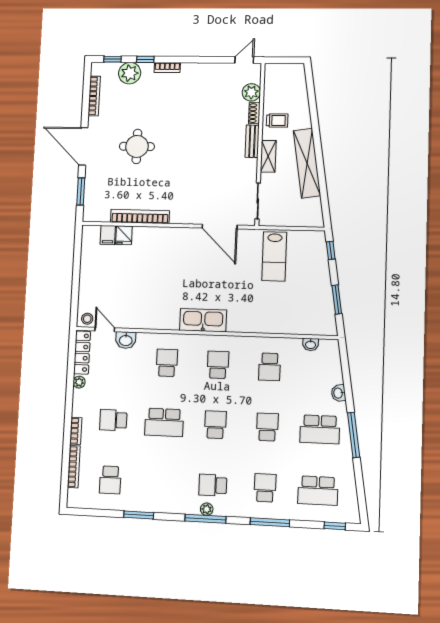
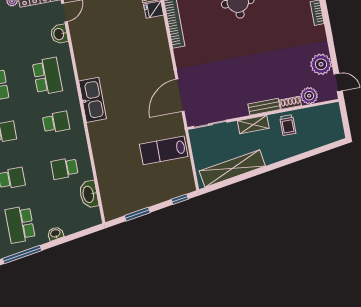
plant: (221, 74) -> (321, 64), added
shelving: (307, 163) -> (232, 168), moved
washbasin: (311, 344) -> (89, 194), width x1.91, depth x1.45
school desk: (167, 363) -> (47, 76), width x1.85

